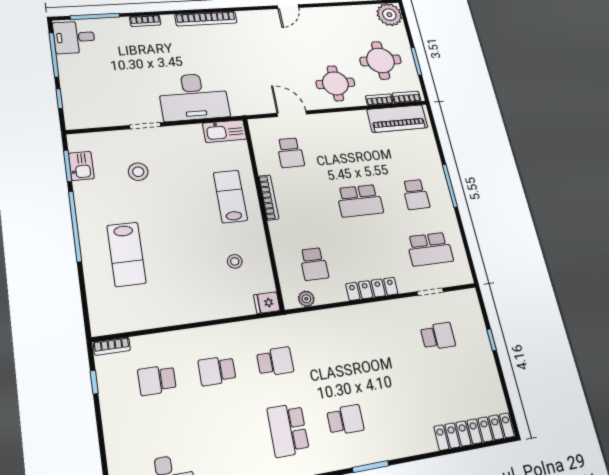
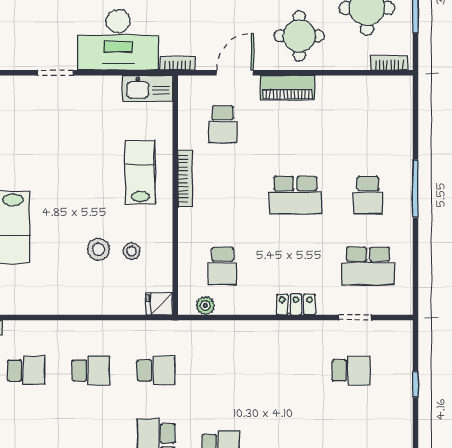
bookcase: (379, 100) -> (178, 63), moved
door: (292, 114) -> (235, 73), hinge flipped
piano: (397, 119) -> (287, 88), moved, width x0.73, depth x0.75
stool: (138, 172) -> (98, 249), moved
locker: (372, 289) -> (296, 304), width x0.66
school desk: (217, 371) -> (91, 370), turned 180
school desk: (157, 380) -> (26, 370), turned 180

